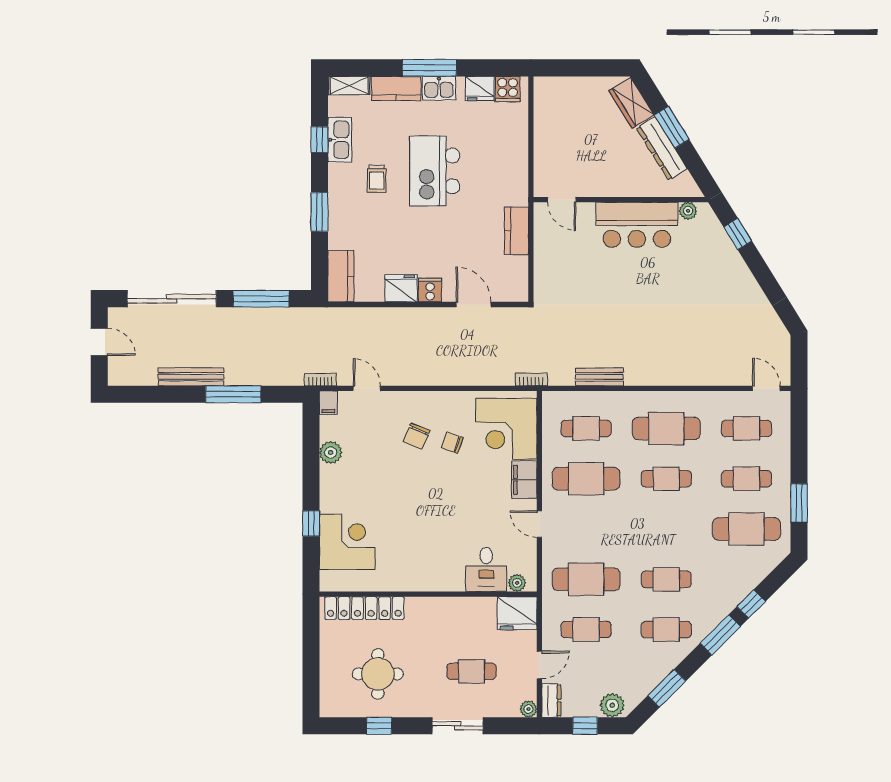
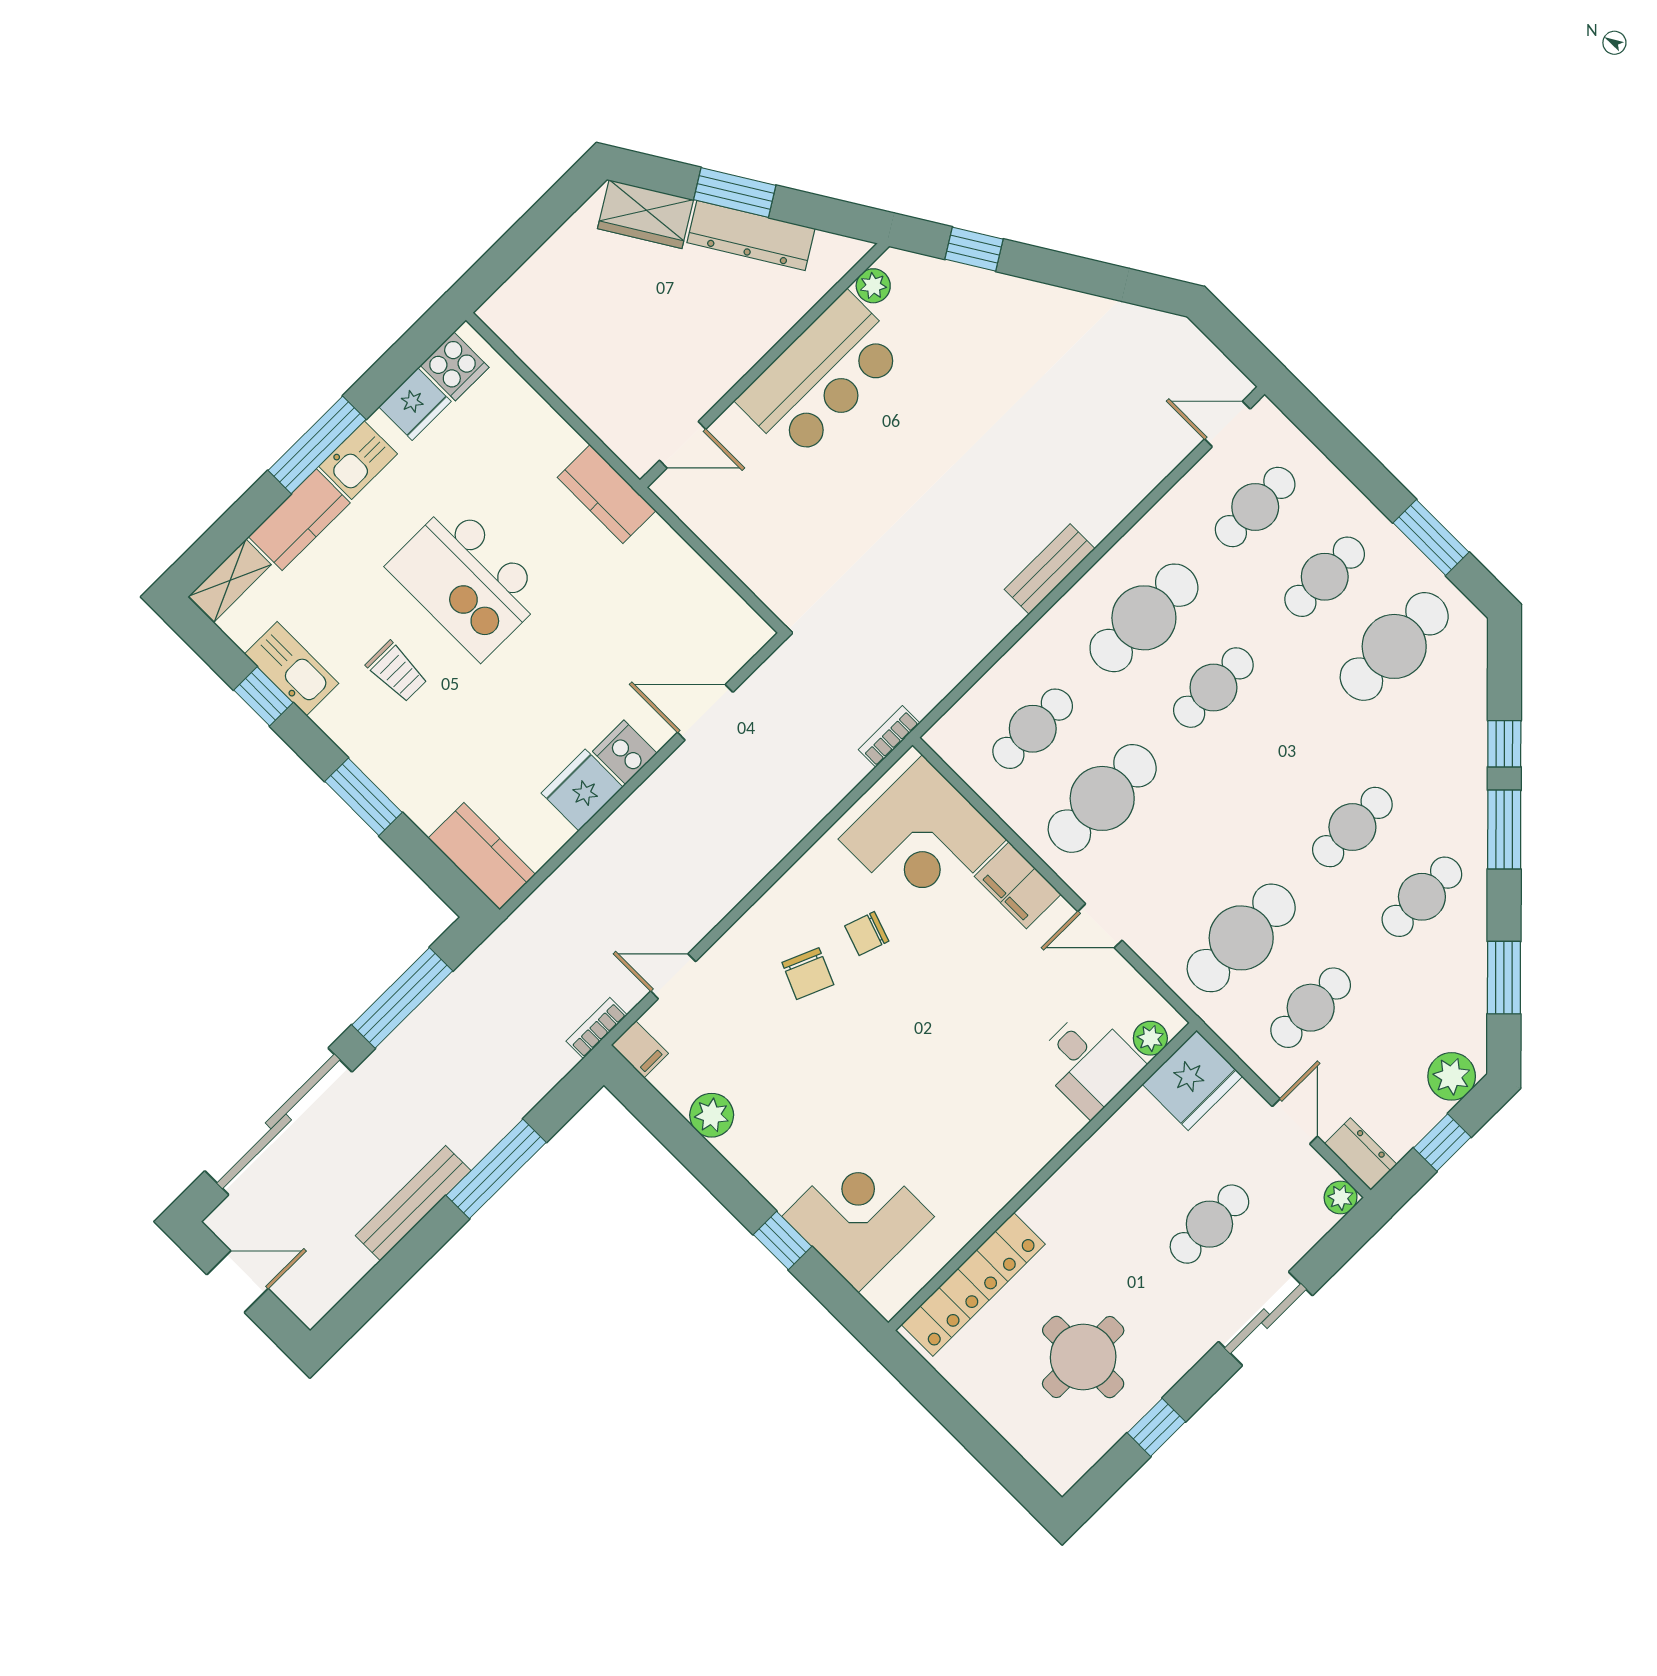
kitchen counter: (516, 231) -> (607, 494), moved
bench: (599, 377) -> (1050, 569), moved

